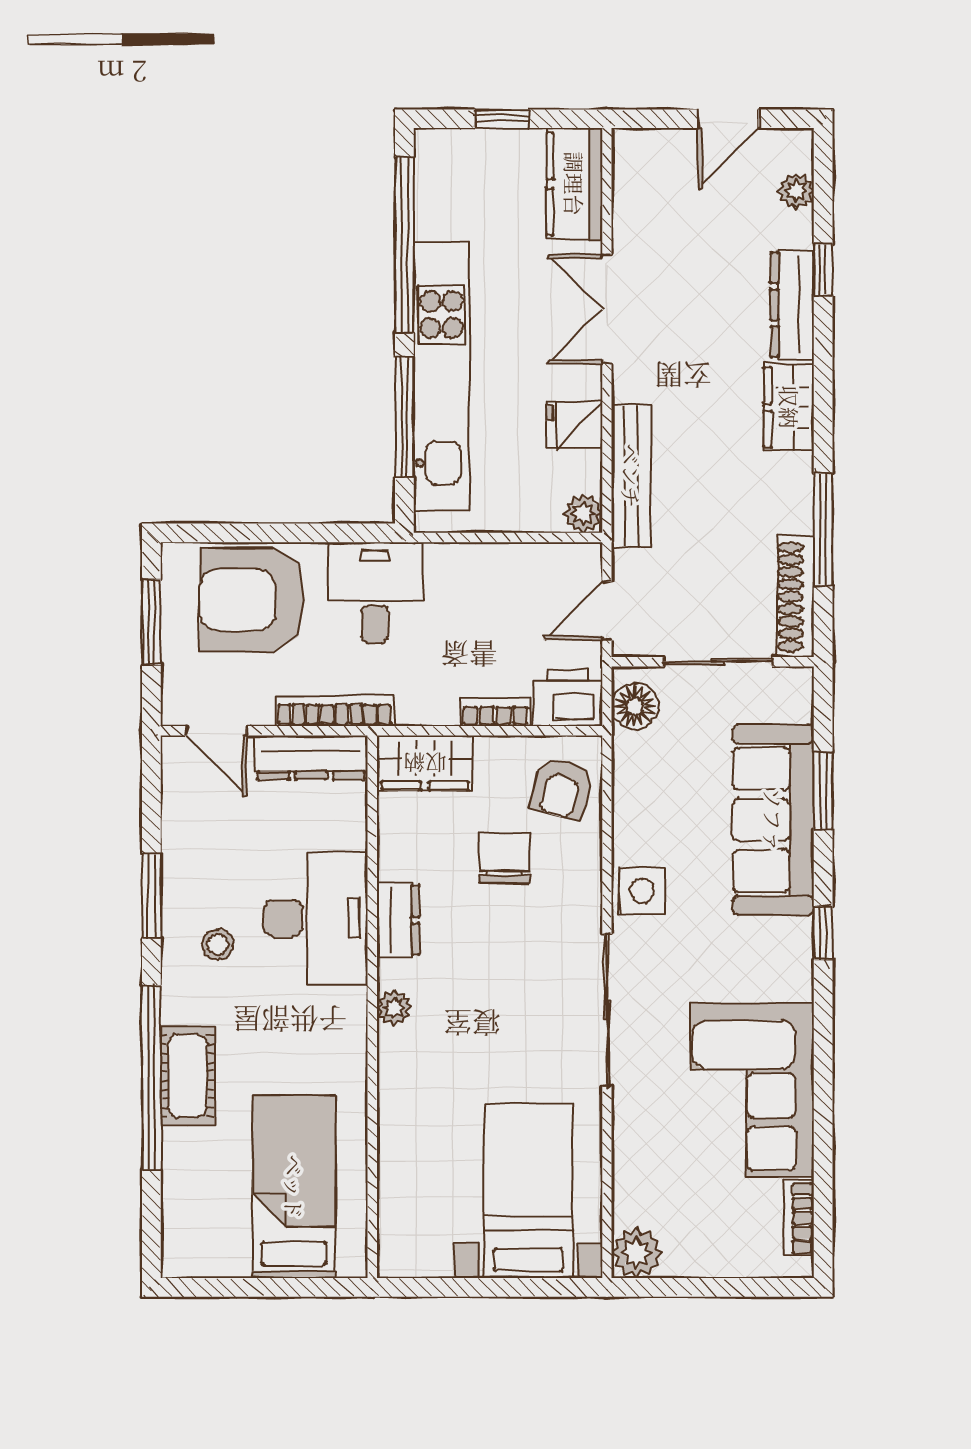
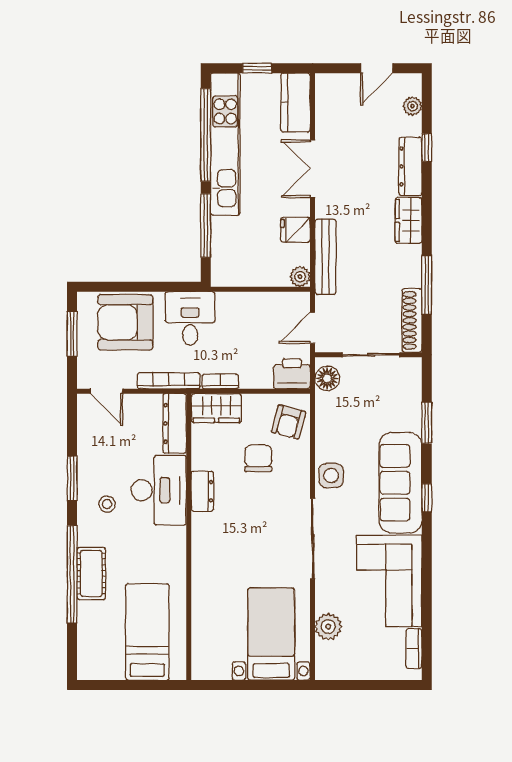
kitchen unit: (441, 377) -> (225, 144), moved
bookcase: (495, 712) -> (220, 381), moved
dresser: (311, 757) -> (175, 423), moved, turned 90
sofa: (773, 820) -> (400, 483), moved
plant: (394, 1008) -> (200, 537), removed
plant: (637, 1253) -> (328, 627), moved

